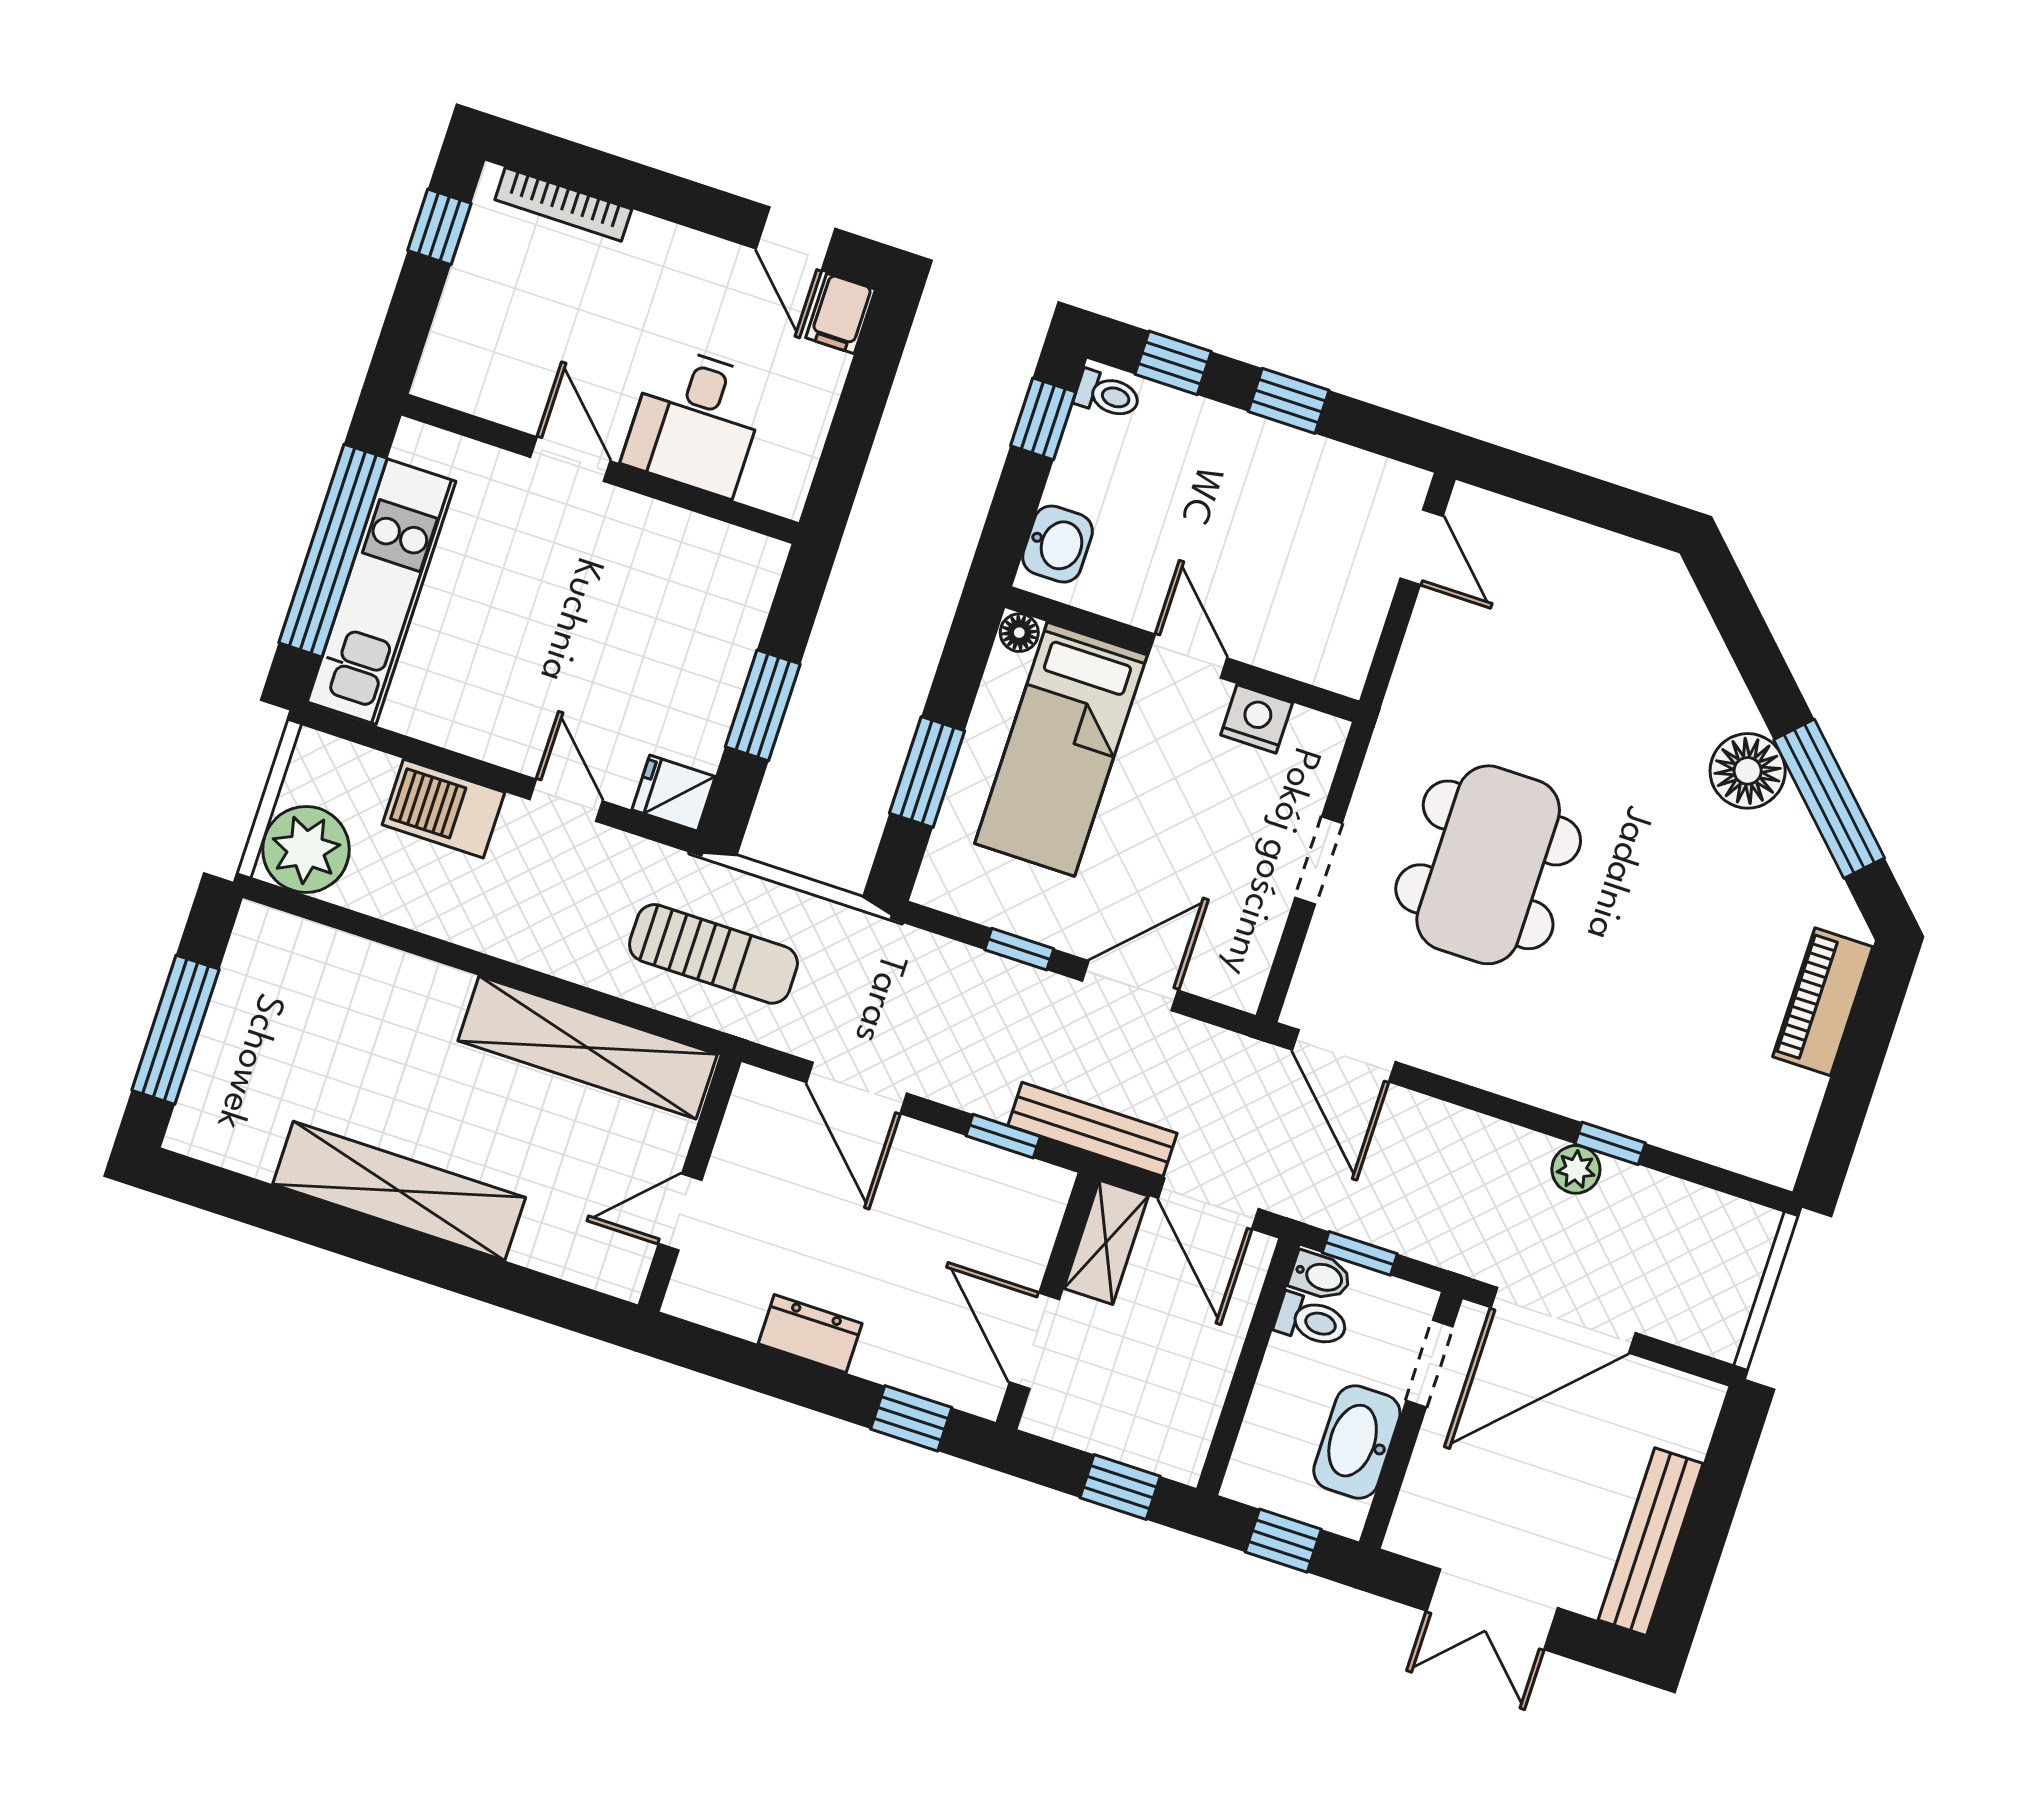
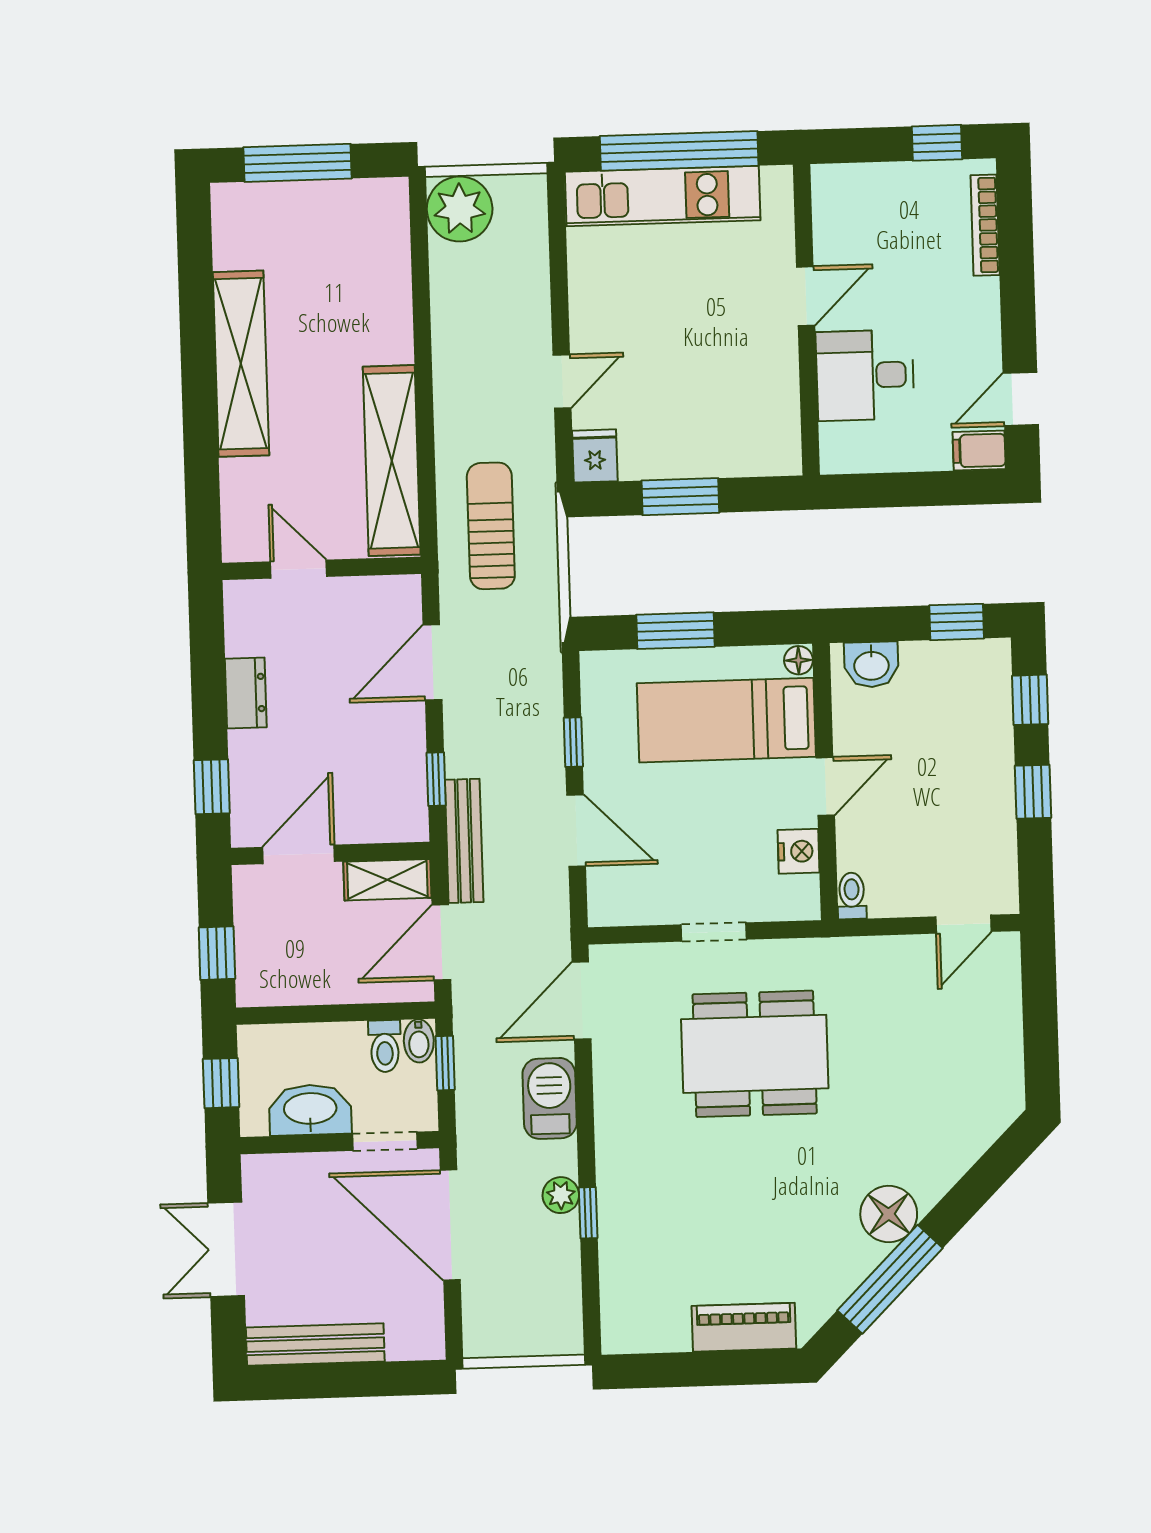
toilet: (1107, 395) -> (852, 896), moved, turned 180
barbecue: (443, 808) -> (550, 1098), moved
sun lounger: (713, 954) -> (491, 526), turned 180

